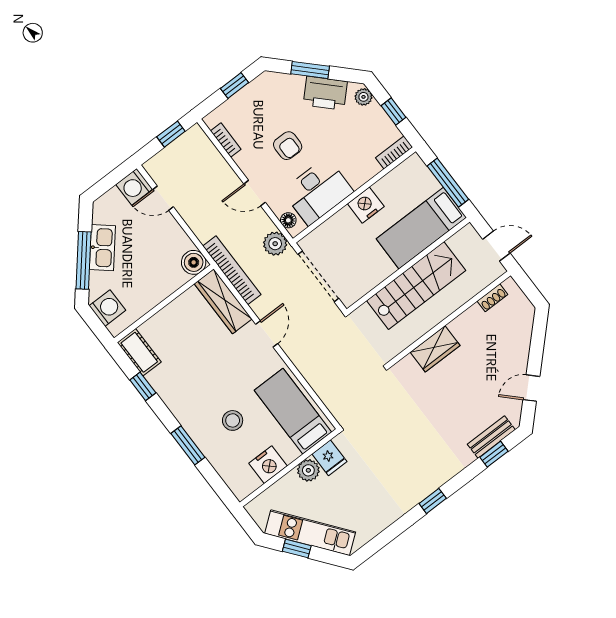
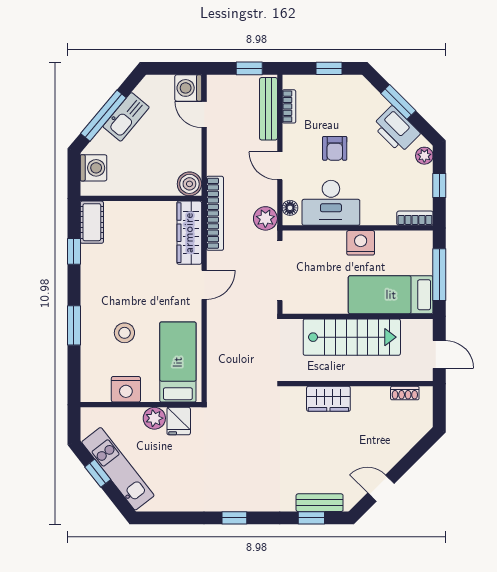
bench: (211, 154) -> (268, 109), added

